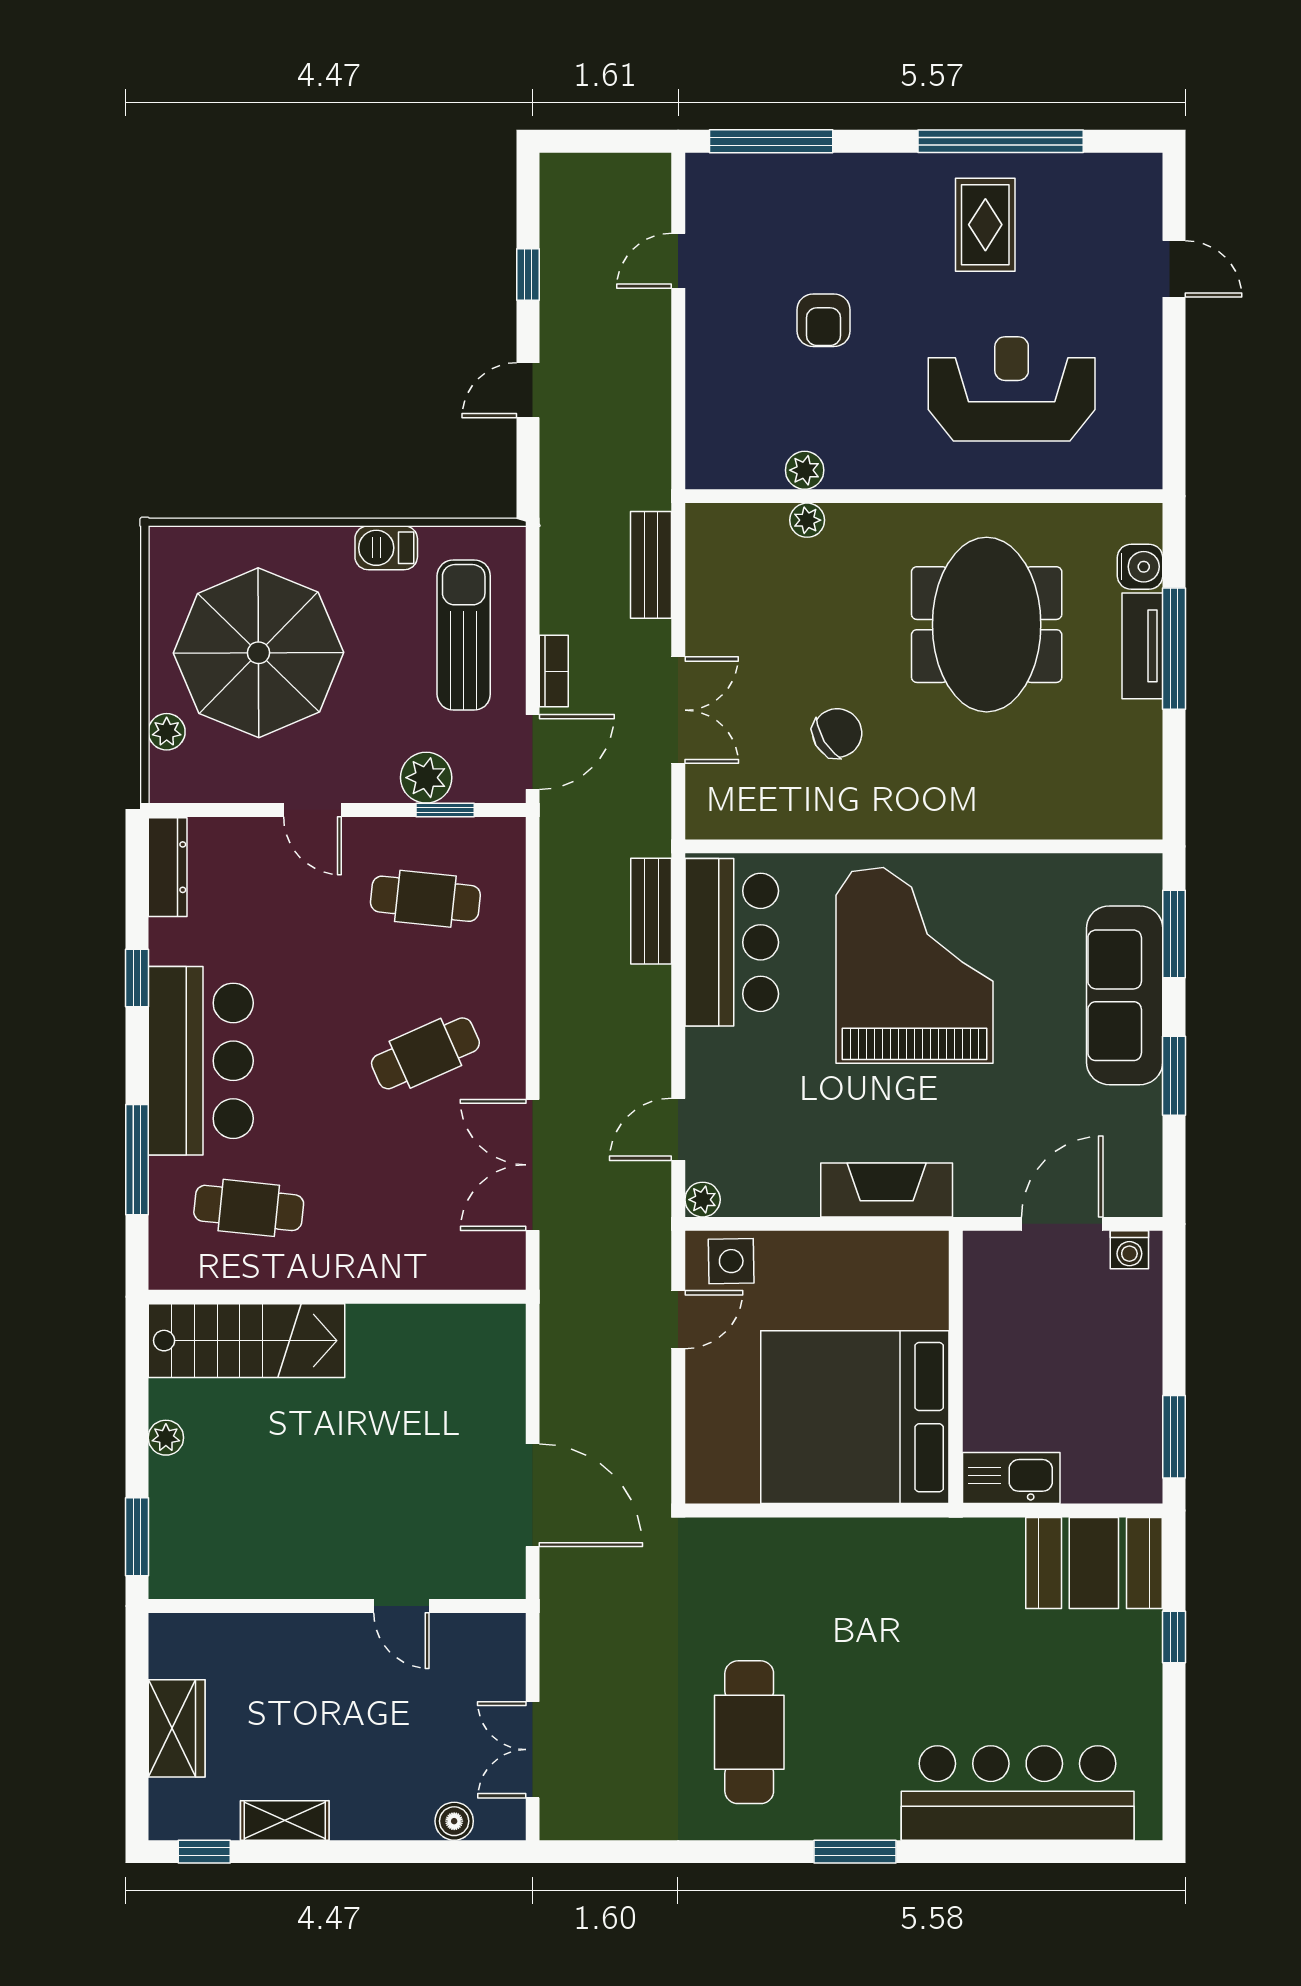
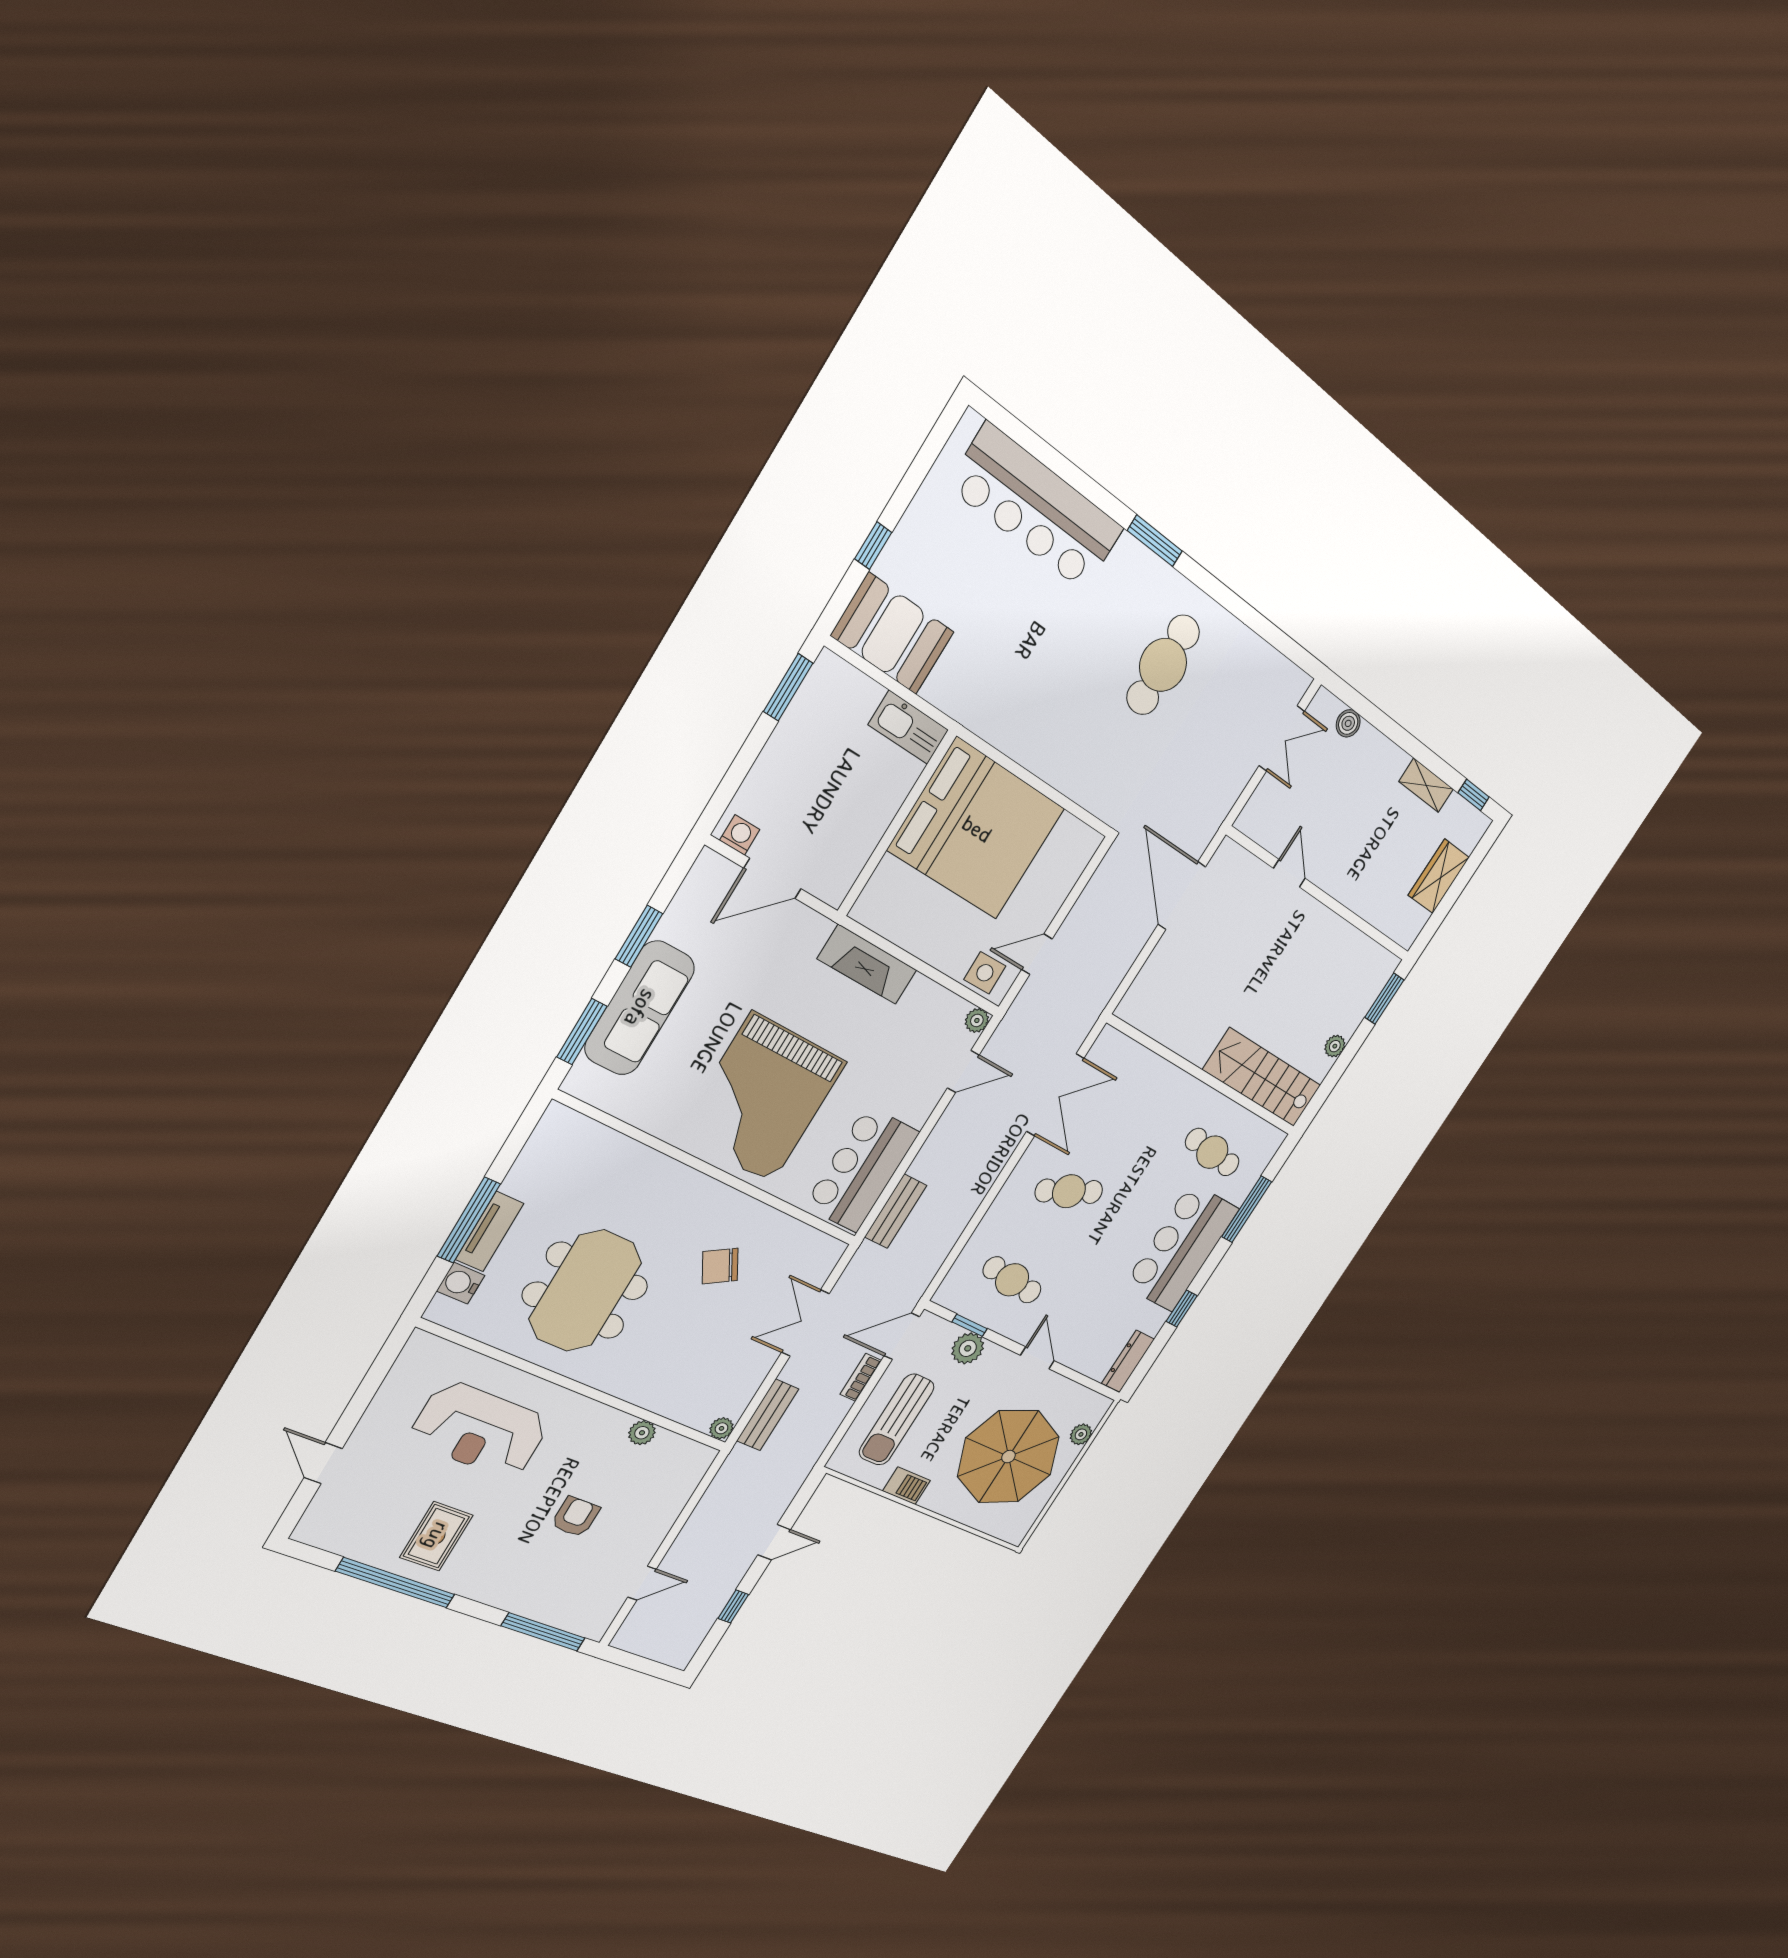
plant: (807, 520) -> (722, 1428), moved

